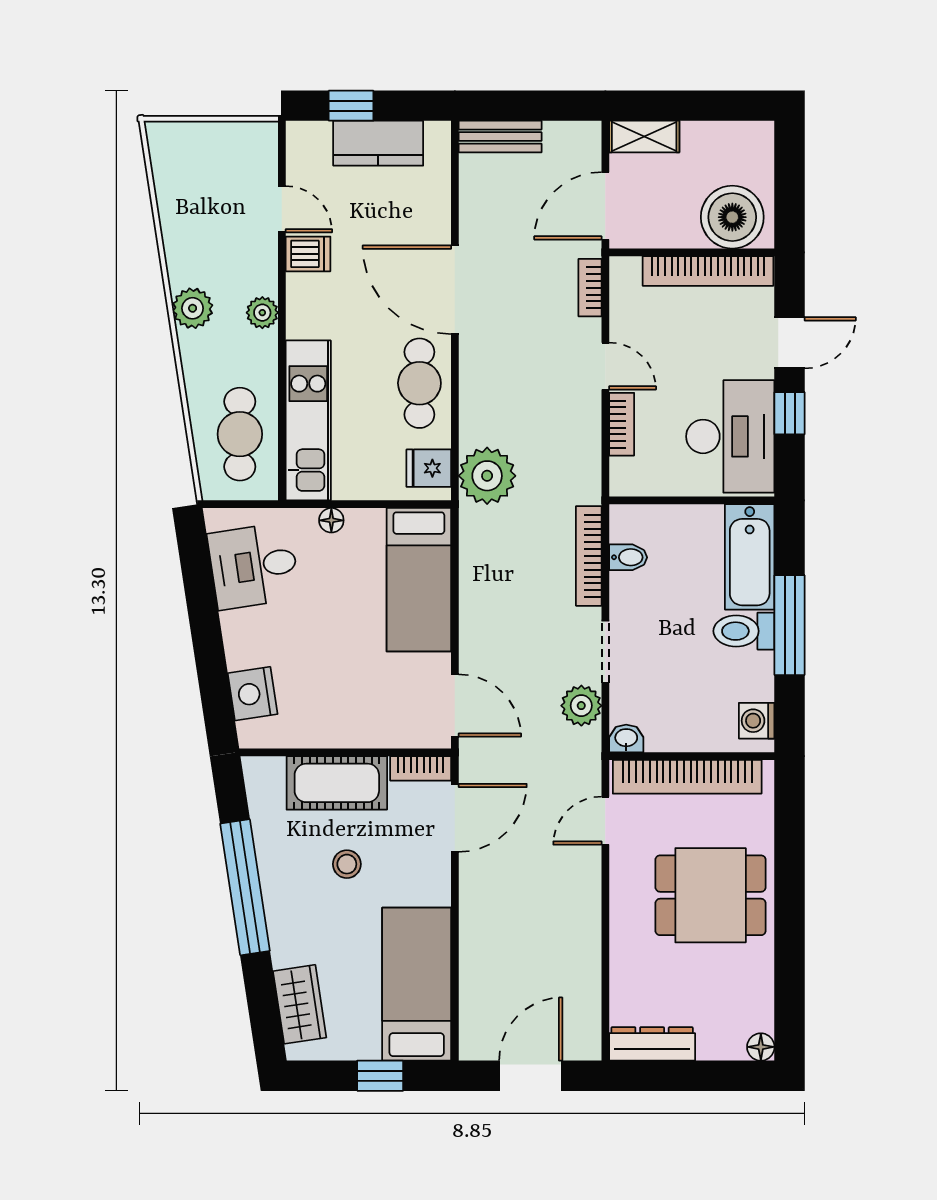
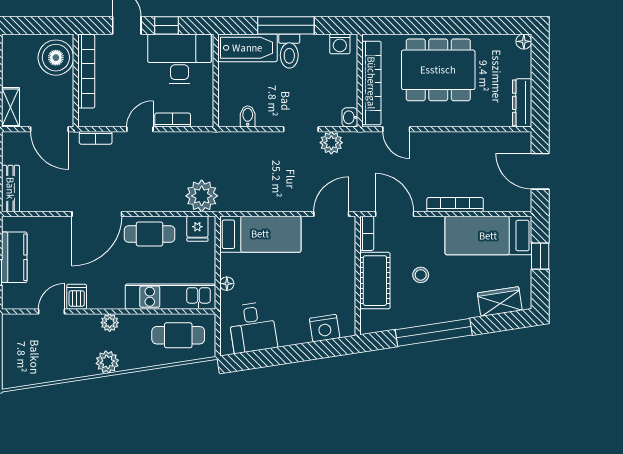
bookcase: (589, 556) -> (455, 205), moved, turned 180
dining table: (711, 895) -> (438, 70), width x1.38

